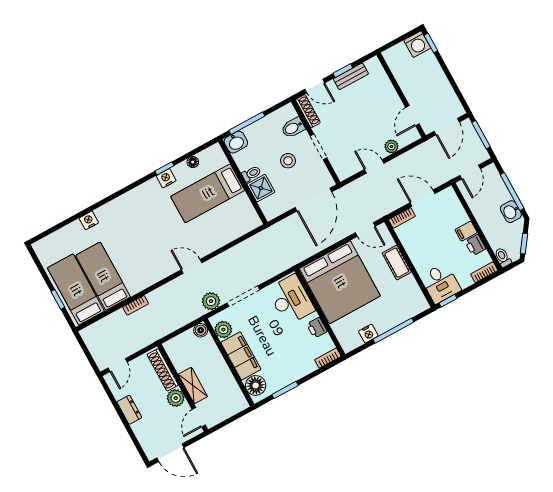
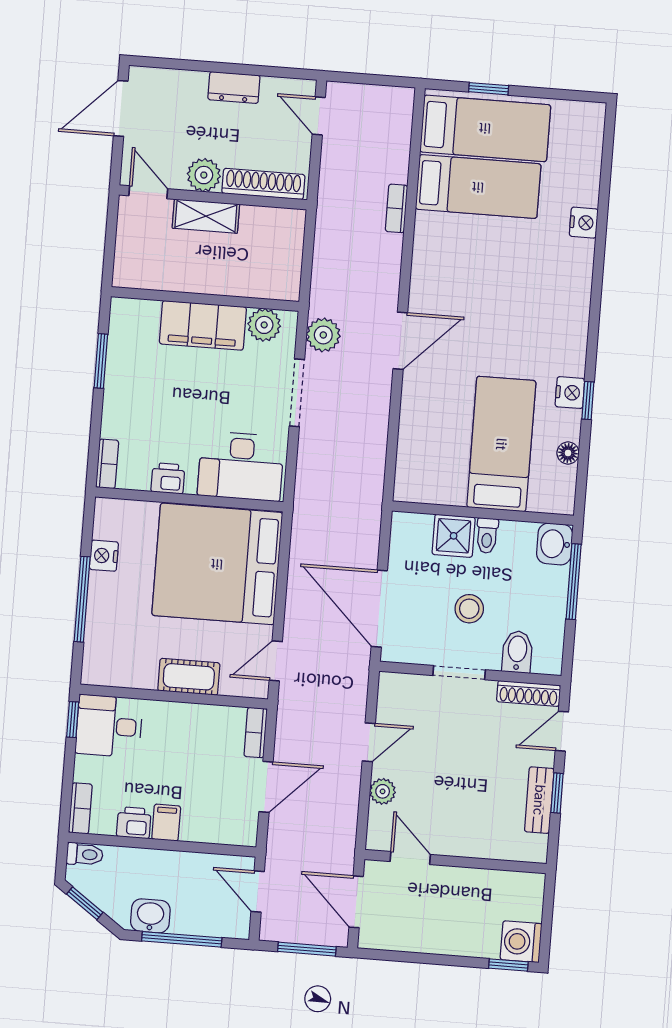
door: (192, 266) -> (400, 341), width x1.38
boiler: (201, 330) -> (287, 287), removed
floor lamp: (256, 385) -> (139, 318), removed

